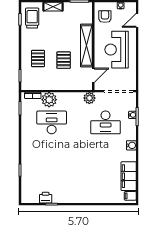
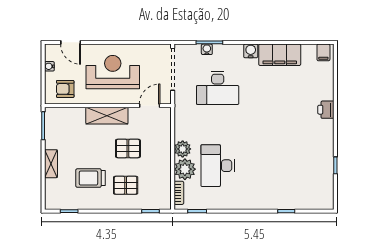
trolley: (32, 18) -> (91, 178), moved
shelving: (86, 46) -> (107, 116), width x0.68
reception desk: (117, 50) -> (113, 72), turned 180
door: (93, 75) -> (150, 106), hinge flipped
plant: (89, 98) -> (183, 149), moved
desk: (106, 122) -> (218, 88), turned 90
filing cabinet: (129, 176) -> (280, 55), moved
printer: (46, 198) -> (326, 110), moved

